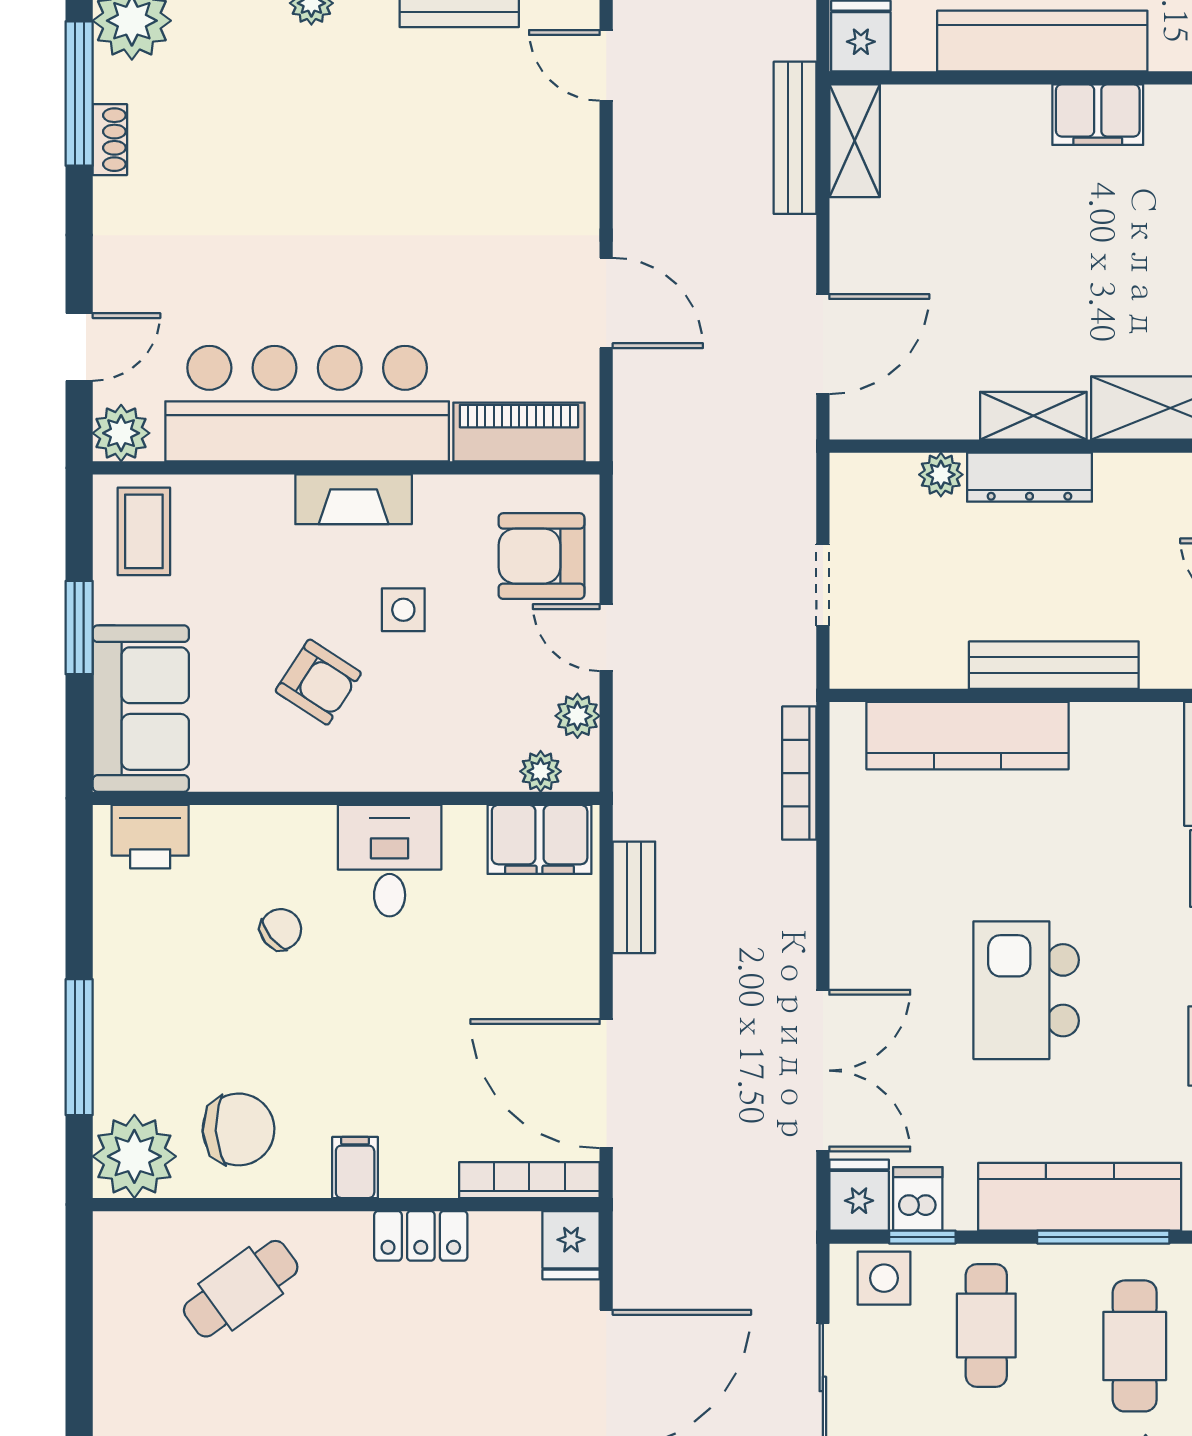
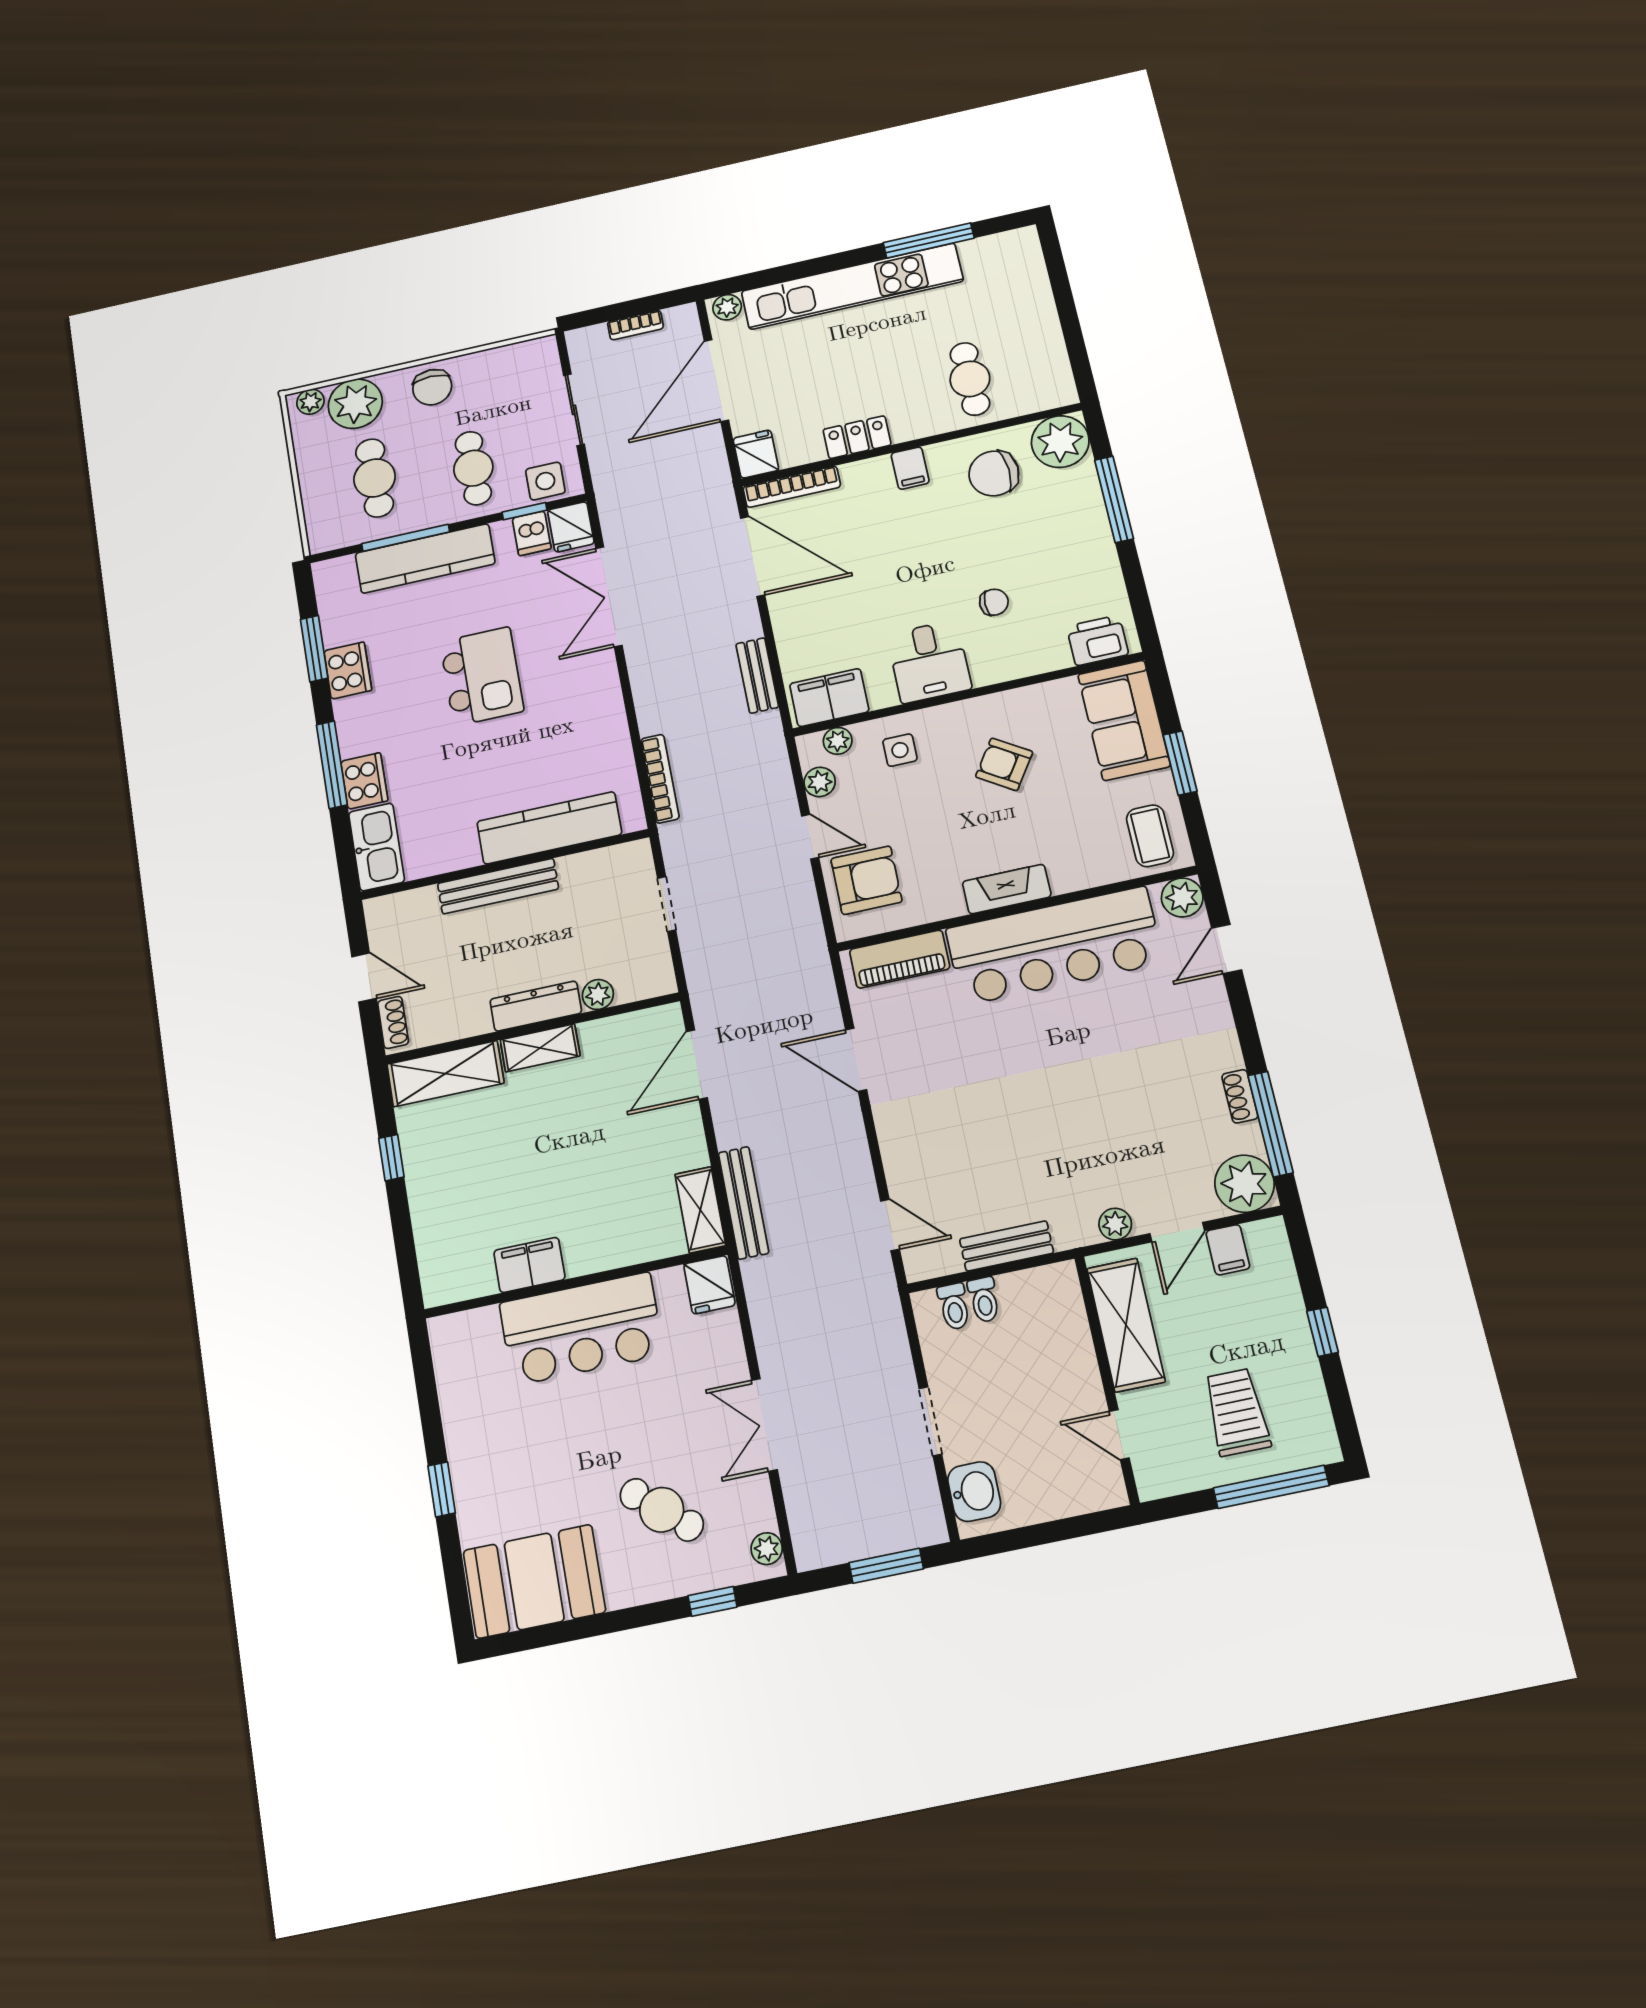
side table: (403, 610) -> (900, 750), moved
chair: (281, 929) -> (994, 602), turned -141
cafe table: (241, 1289) -> (970, 379), turned -54

